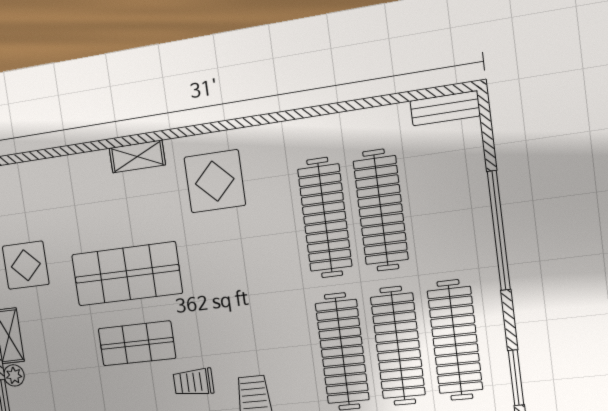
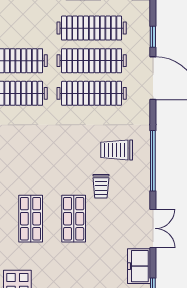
shop shelf: (127, 274) -> (31, 219), width x0.70, depth x0.74

